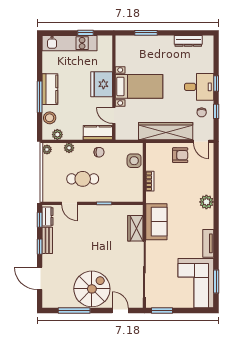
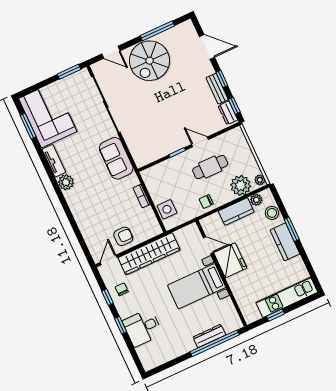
window: (146, 33) -> (215, 343), width x2.11
dresser: (188, 41) -> (209, 336), moved
fridge: (102, 84) -> (230, 260), moved
desk: (199, 87) -> (143, 328), moved
window: (40, 97) -> (292, 229), width x0.69
kitchen counter: (98, 133) -> (236, 211), moved
door: (201, 141) -> (109, 260), hinge flipped
plant: (69, 148) -> (241, 185), width x1.87, depth x1.87
armchair: (180, 155) -> (123, 236), turned 180
plant: (206, 202) -> (66, 182), moved
door: (70, 203) -> (200, 142), moved
wardrobe: (135, 228) -> (134, 142), removed

